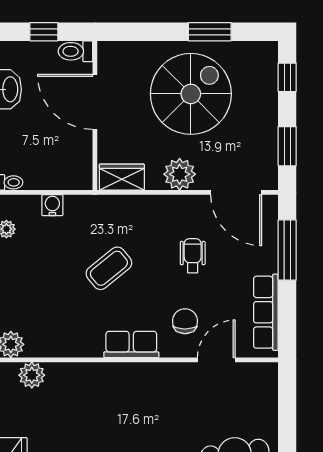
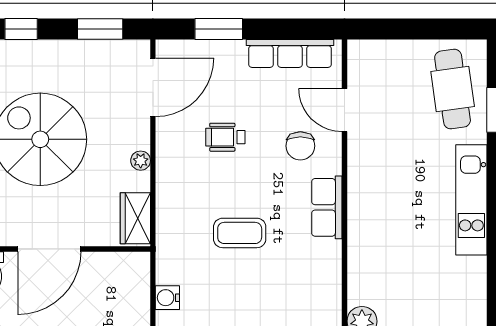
plant: (180, 174) -> (141, 161), width x0.53, depth x0.53
window: (287, 250) -> (219, 29), width x0.69
coffee table: (109, 268) -> (240, 233), turned -51
chair: (185, 321) -> (300, 146), turned -90

